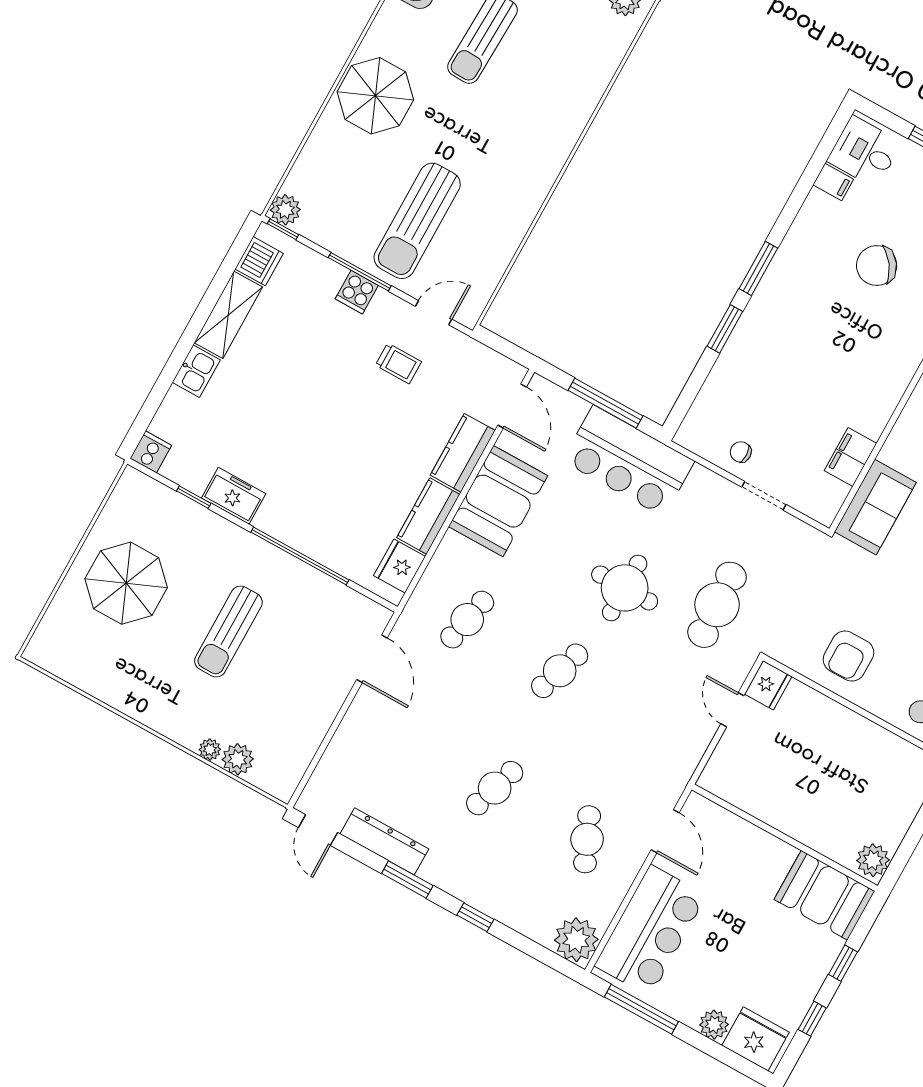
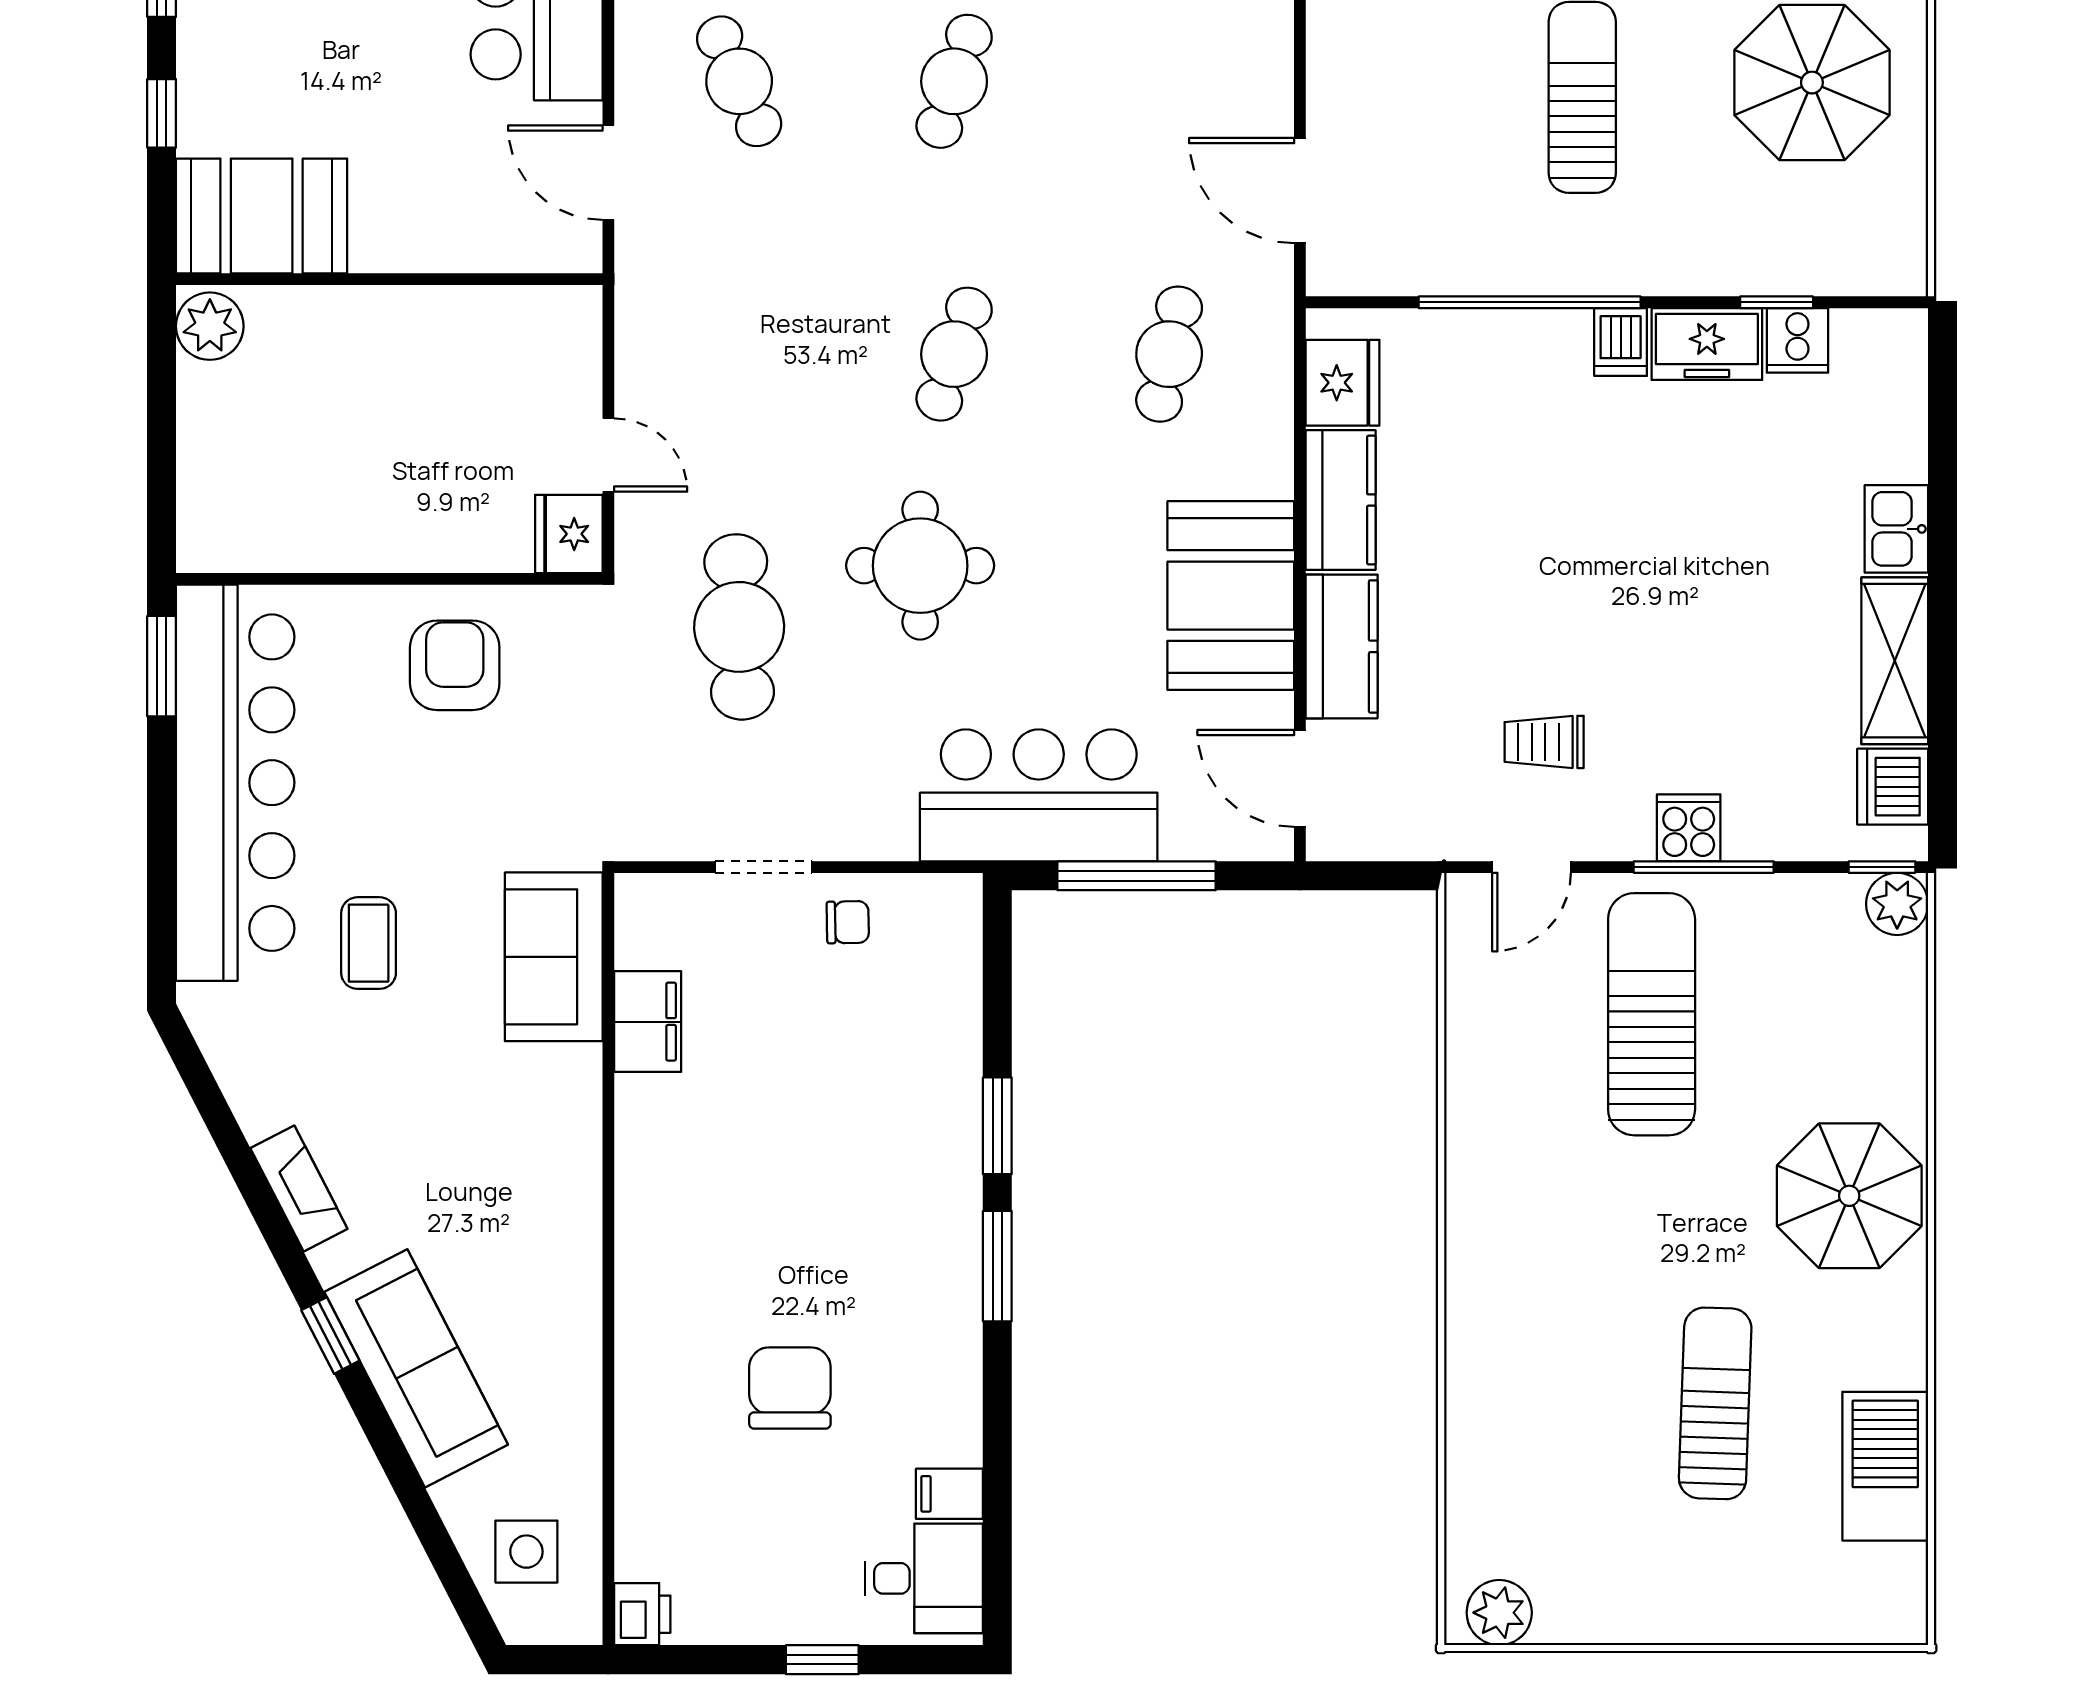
chair: (877, 266) -> (790, 1388), turned -55
cooker: (151, 452) -> (1797, 340), moved
dishwasher: (270, 517) -> (1621, 342), added

